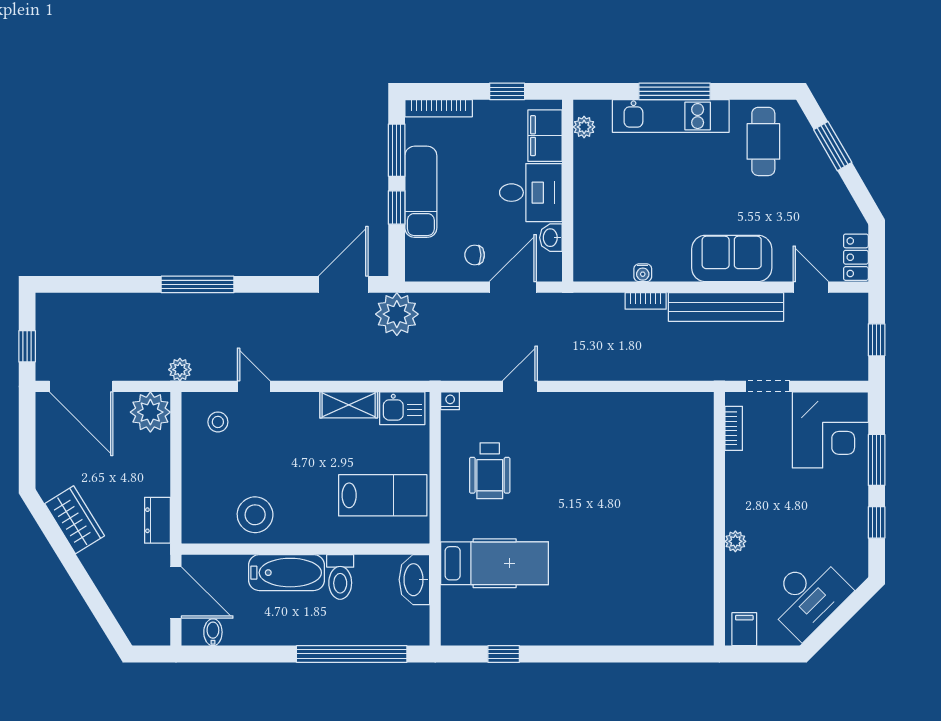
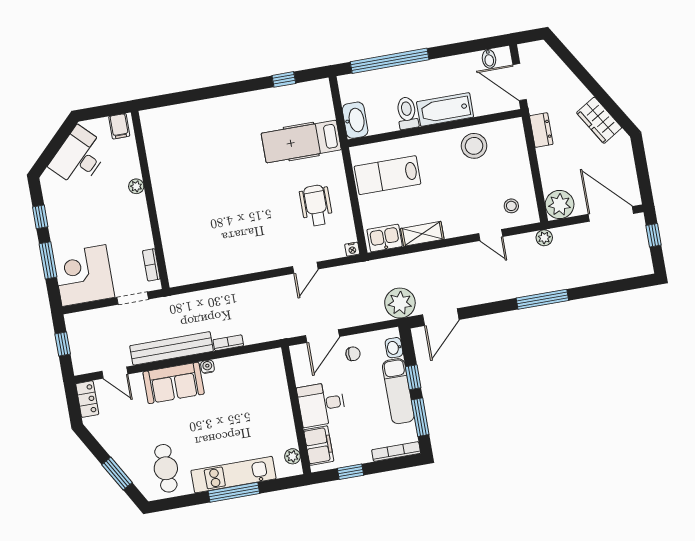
washbasin: (551, 238) -> (394, 348), moved, turned 180
water cooler: (643, 273) -> (207, 367), moved

